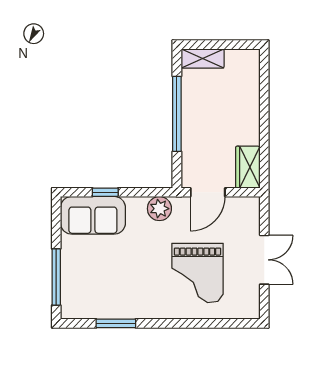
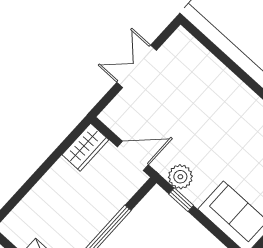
window: (105, 192) -> (181, 200), moved
grand piano: (197, 273) -> (196, 102), removed

